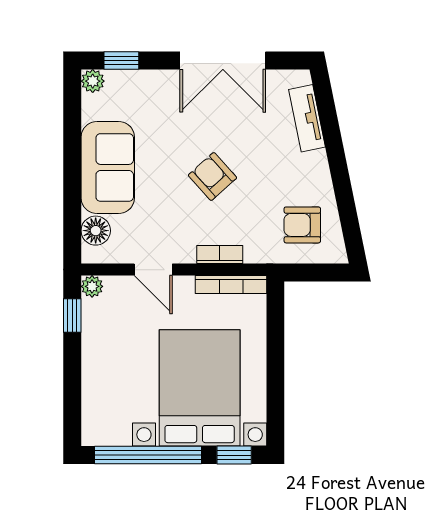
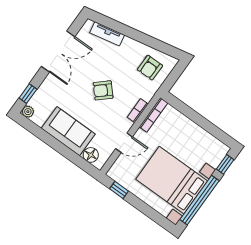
plant: (92, 286) -> (113, 173), removed
bed with nightstands: (200, 388) -> (172, 180), moved

